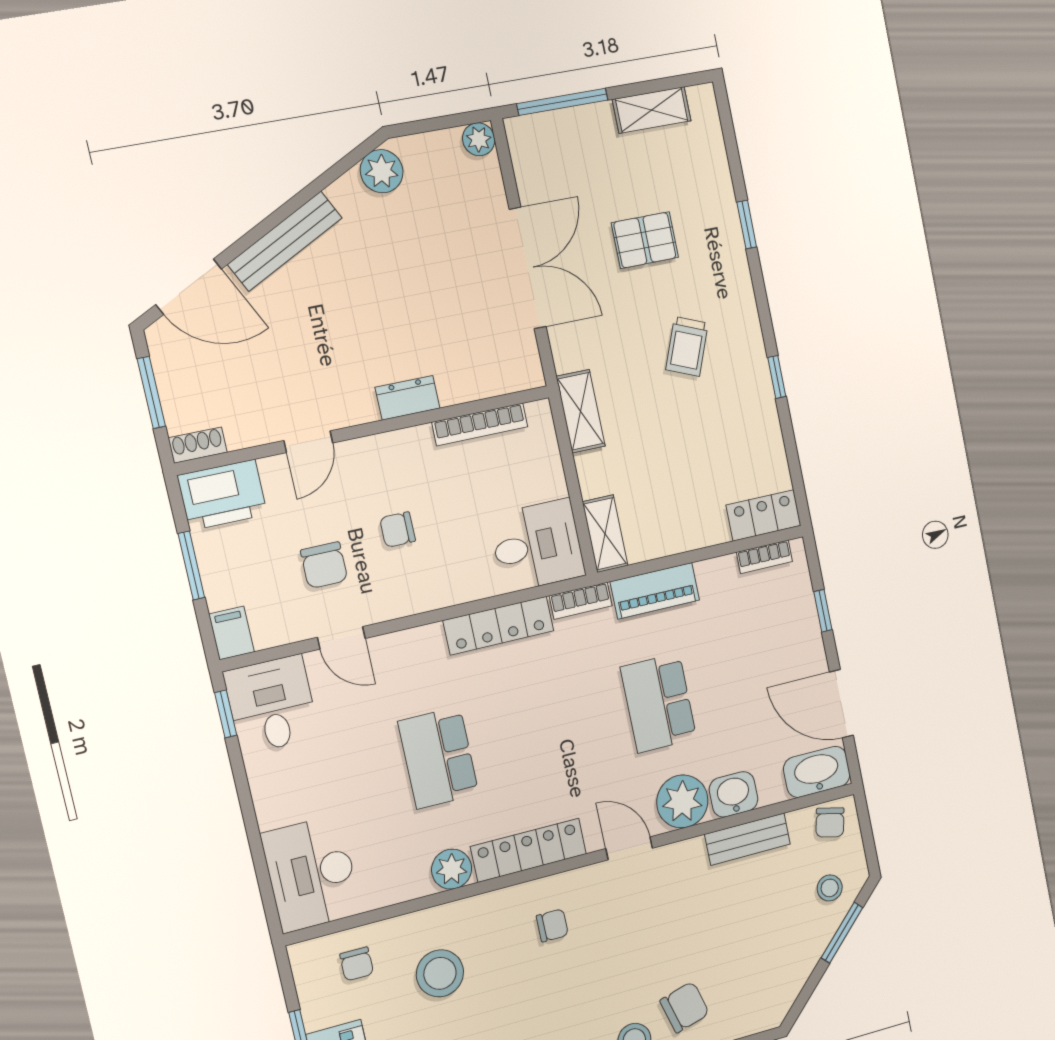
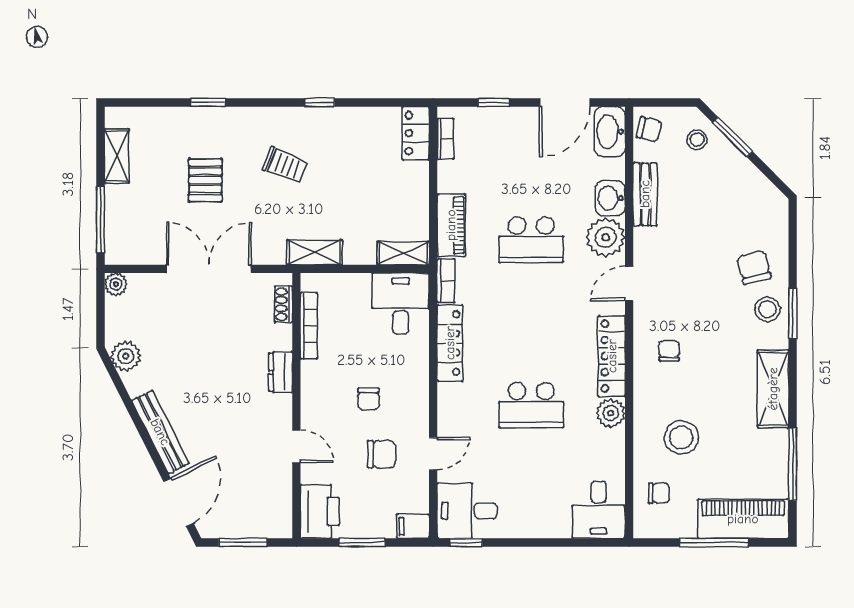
shoe rack: (198, 445) -> (283, 304), moved
desk: (311, 874) -> (598, 510), width x0.73

